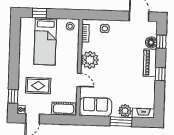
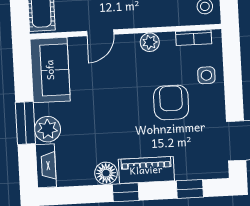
floor lamp: (151, 42) -> (106, 173), moved
armchair: (117, 47) -> (171, 102), added
plant: (90, 60) -> (150, 42), width x0.53, depth x0.53

